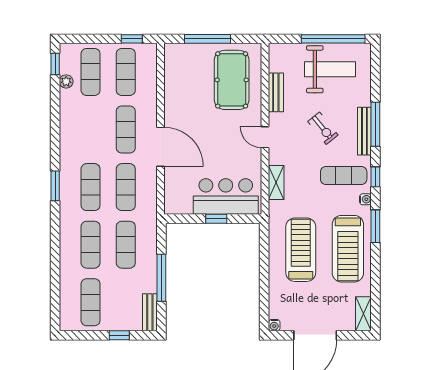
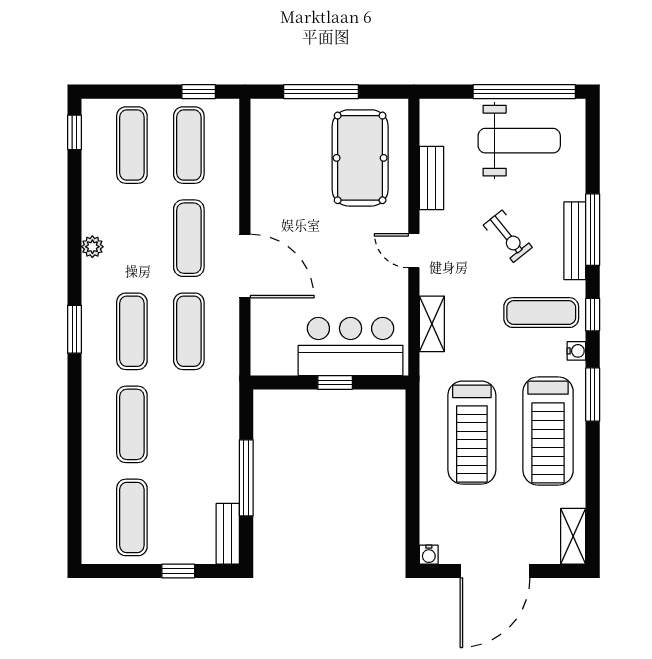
plant: (66, 81) -> (92, 247), moved
exercise mat: (126, 245) -> (189, 424), removed
treadmill: (301, 250) -> (472, 433), turned 180

